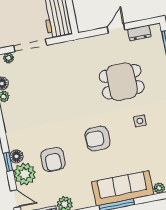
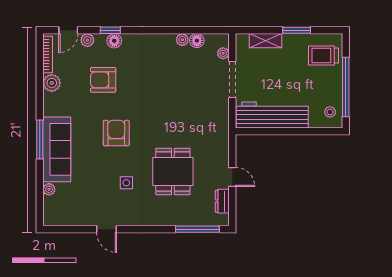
plant: (25, 174) -> (87, 40), width x0.53, depth x0.53

